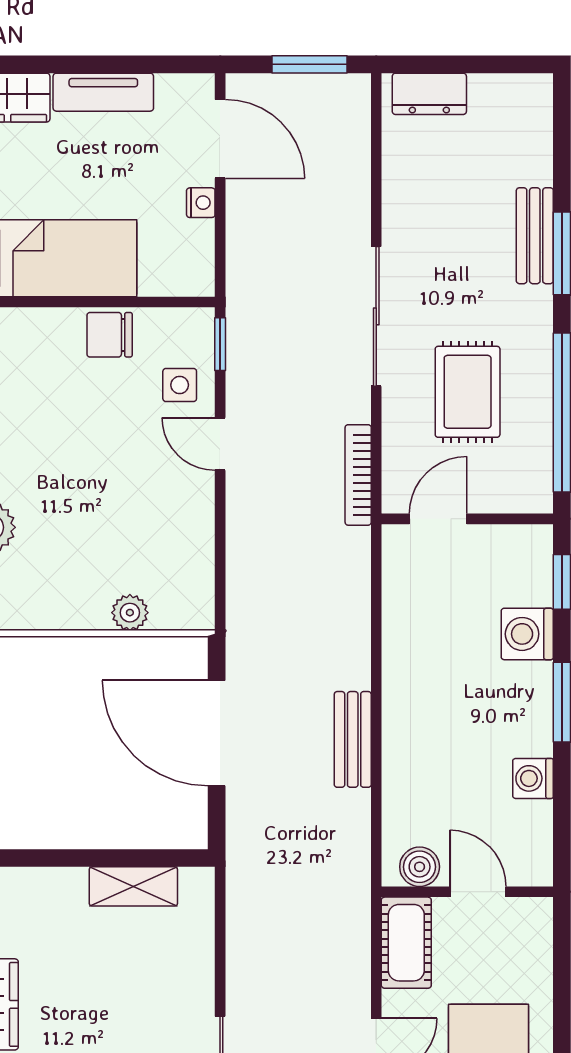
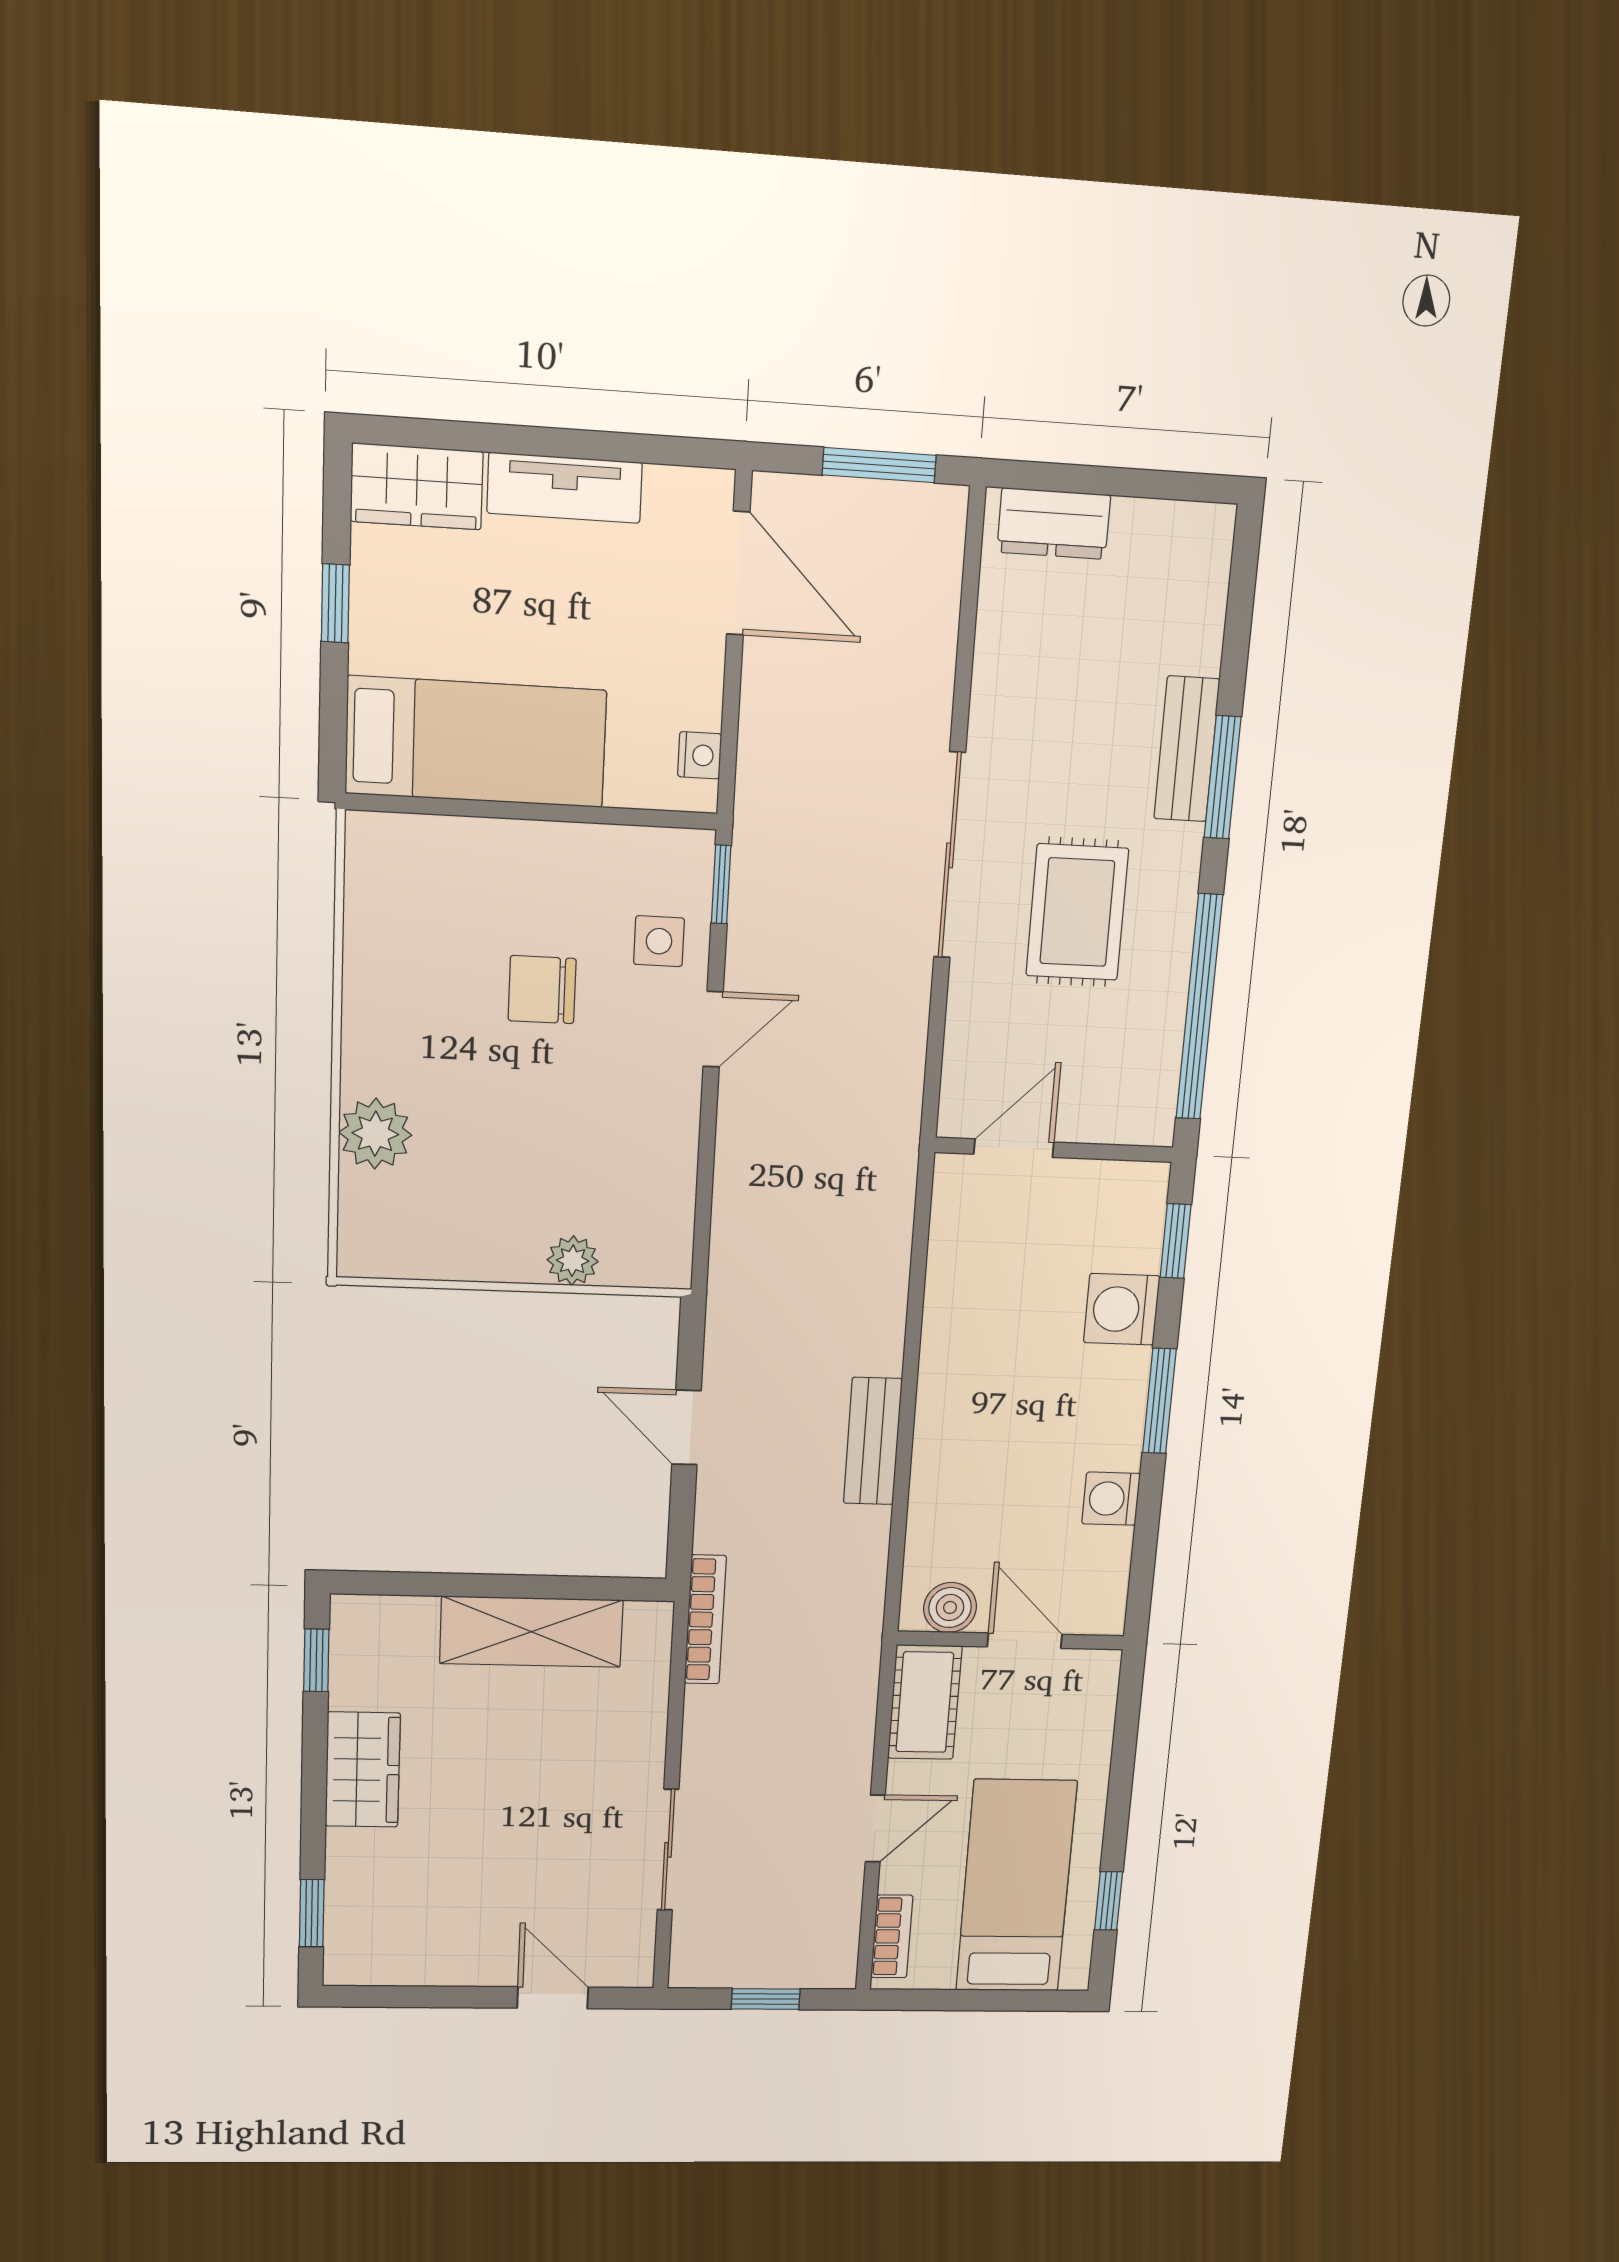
nightstand: (201, 203) -> (700, 755), moved
chair: (110, 335) -> (542, 990), moved
rug: (468, 392) -> (1077, 912), moved
door: (220, 444) -> (713, 1029), swing flipped
bookcase: (358, 475) -> (705, 1620), moved, turned 180
door: (217, 733) -> (686, 1427), width x0.53
shelving: (133, 886) -> (531, 1632), width x1.50, depth x1.33

